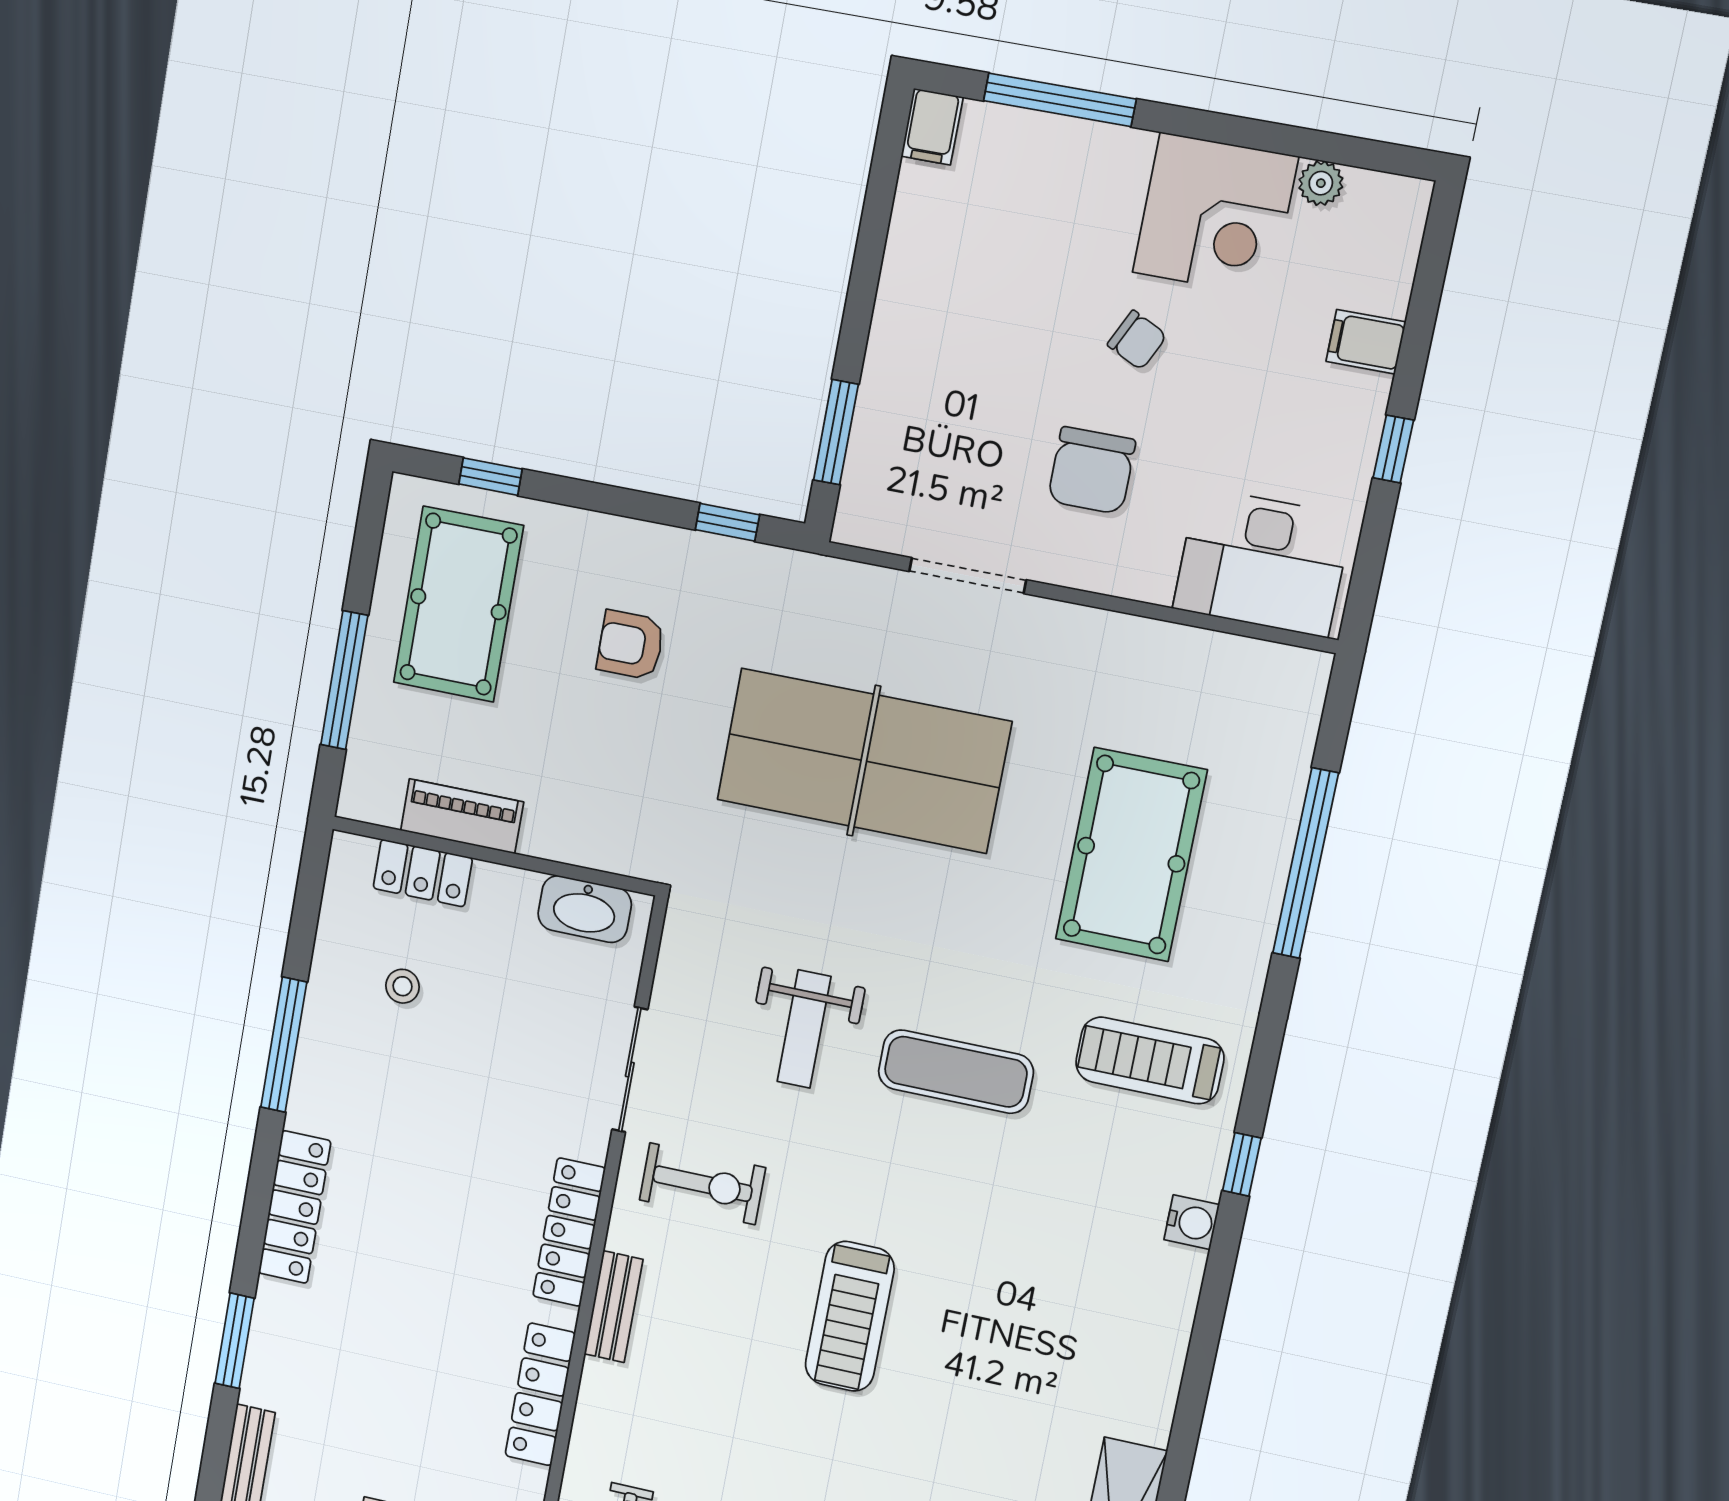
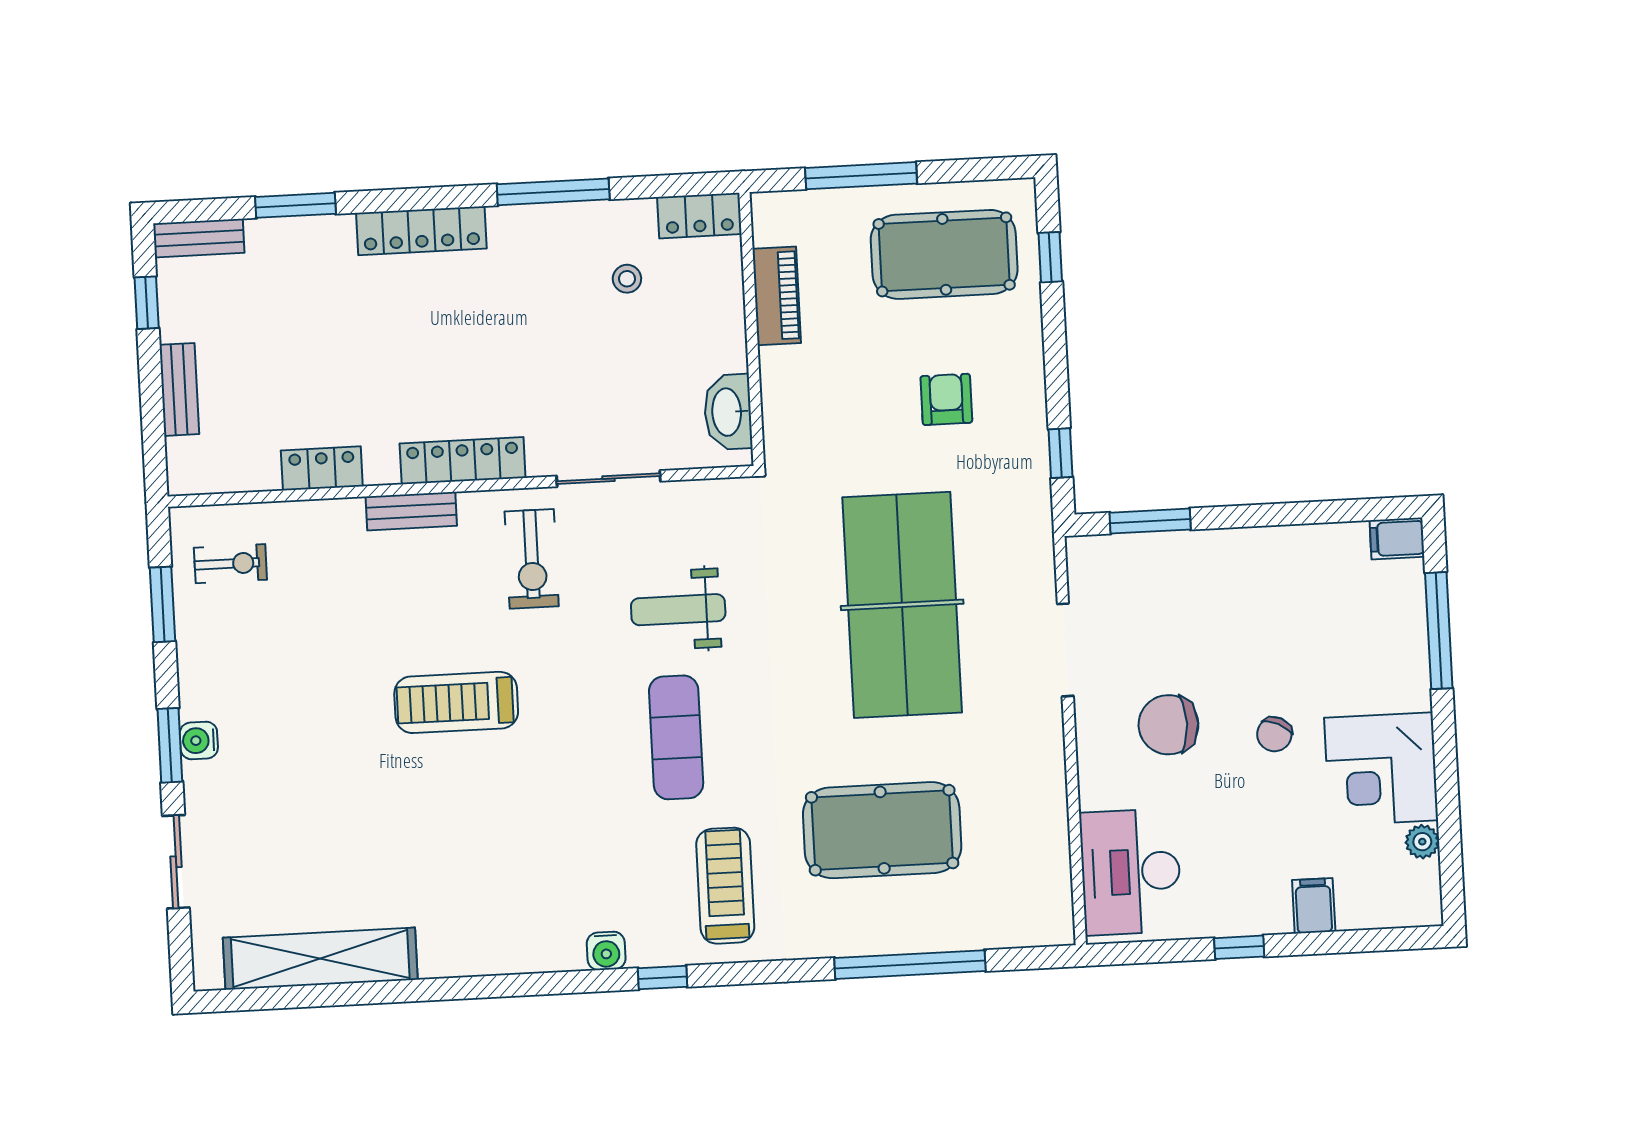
locker: (423, 873) -> (699, 216), moved, turned -90
locker: (540, 1394) -> (322, 468), width x0.66

